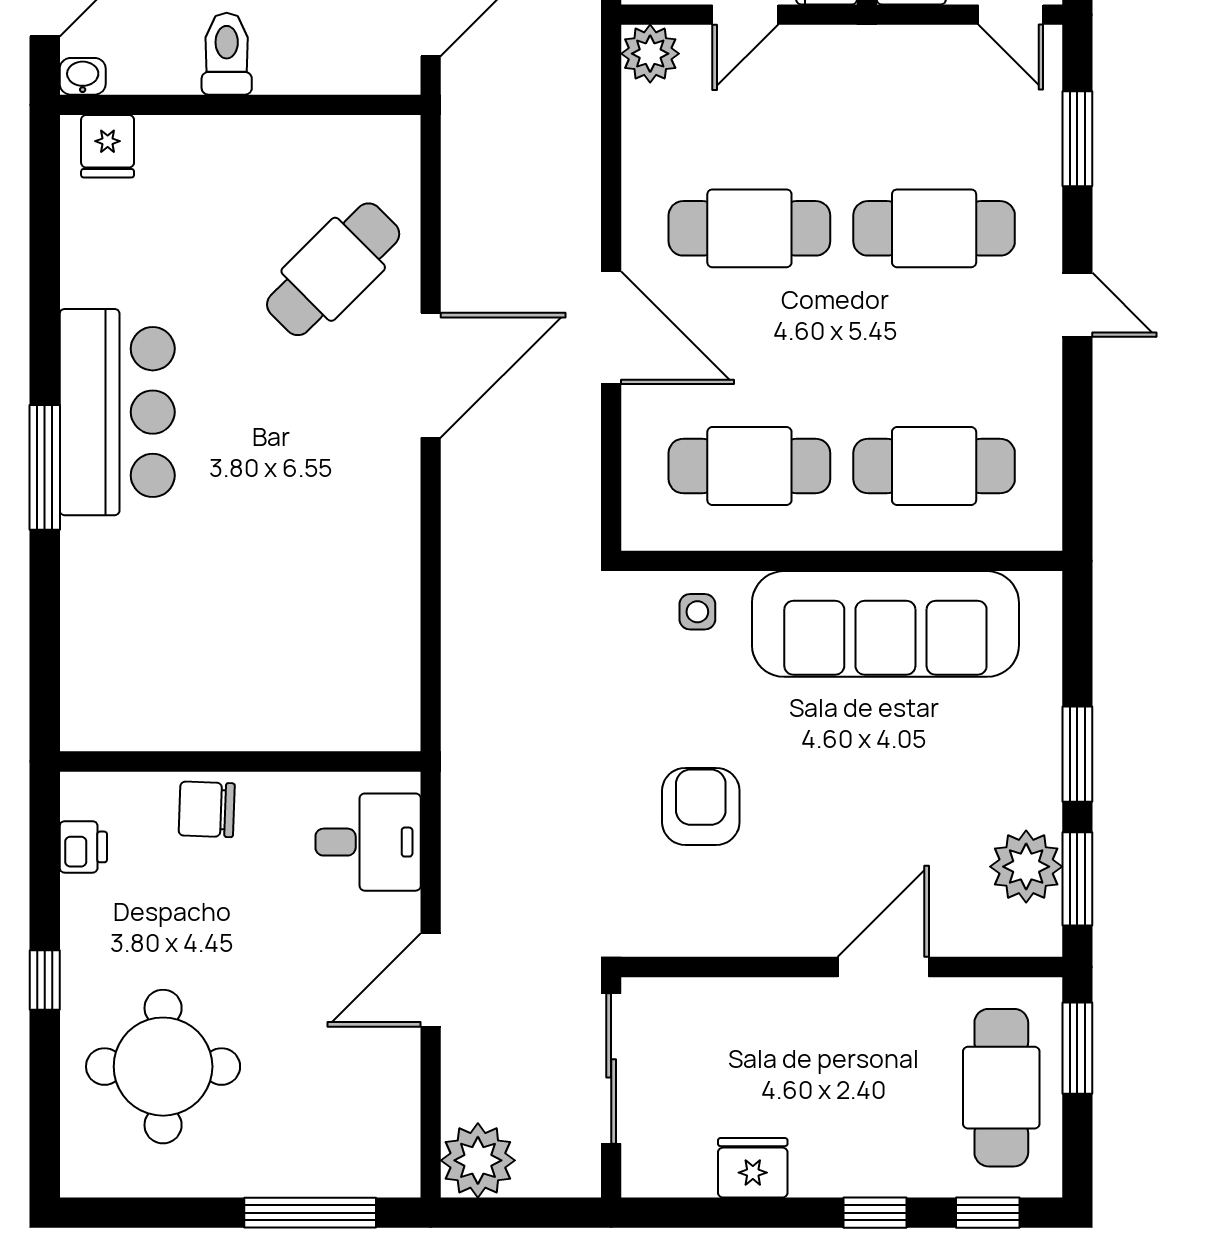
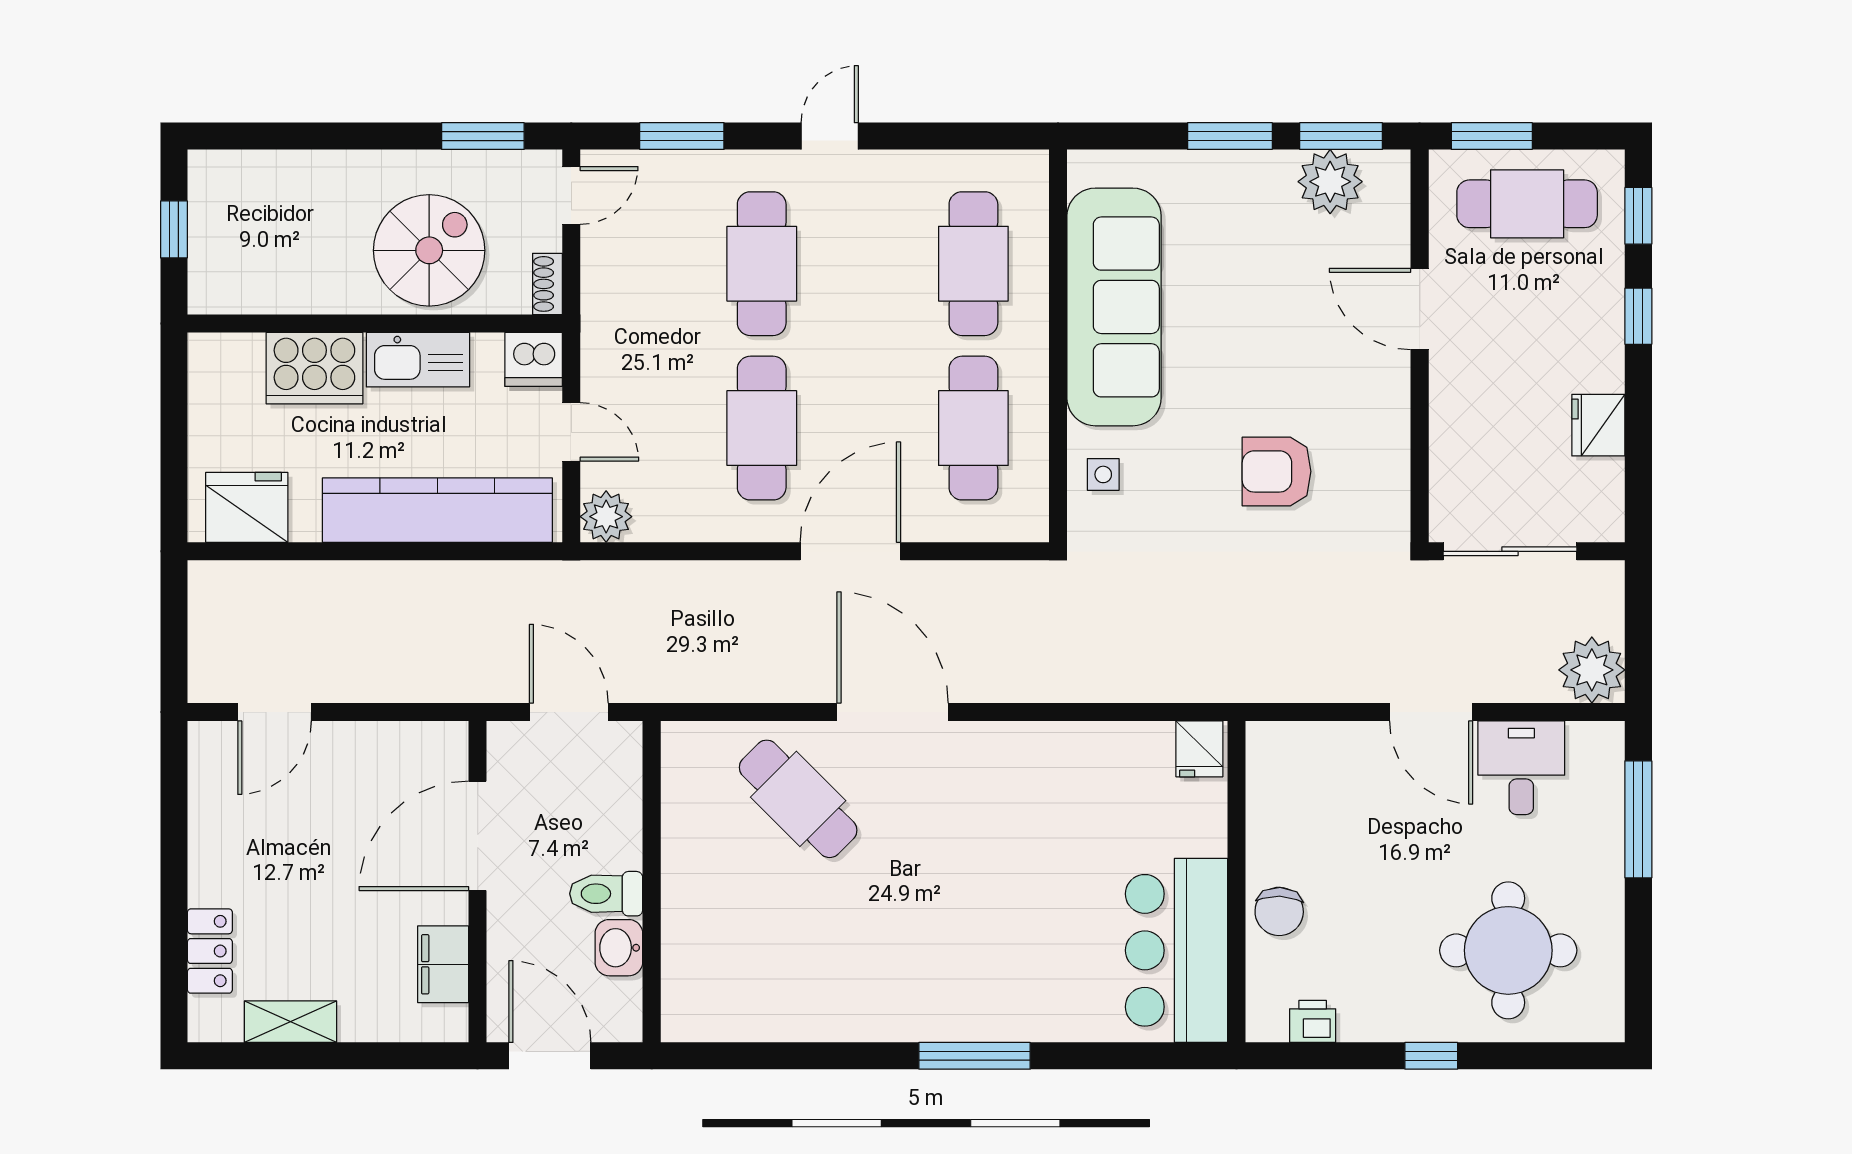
washbasin: (83, 76) -> (619, 948), moved, width x1.38, depth x1.45
fridge: (108, 146) -> (1199, 749), moved, turned 90
bar counter: (117, 412) -> (1176, 950), moved, turned -90
desk: (368, 842) -> (1521, 768), moved

